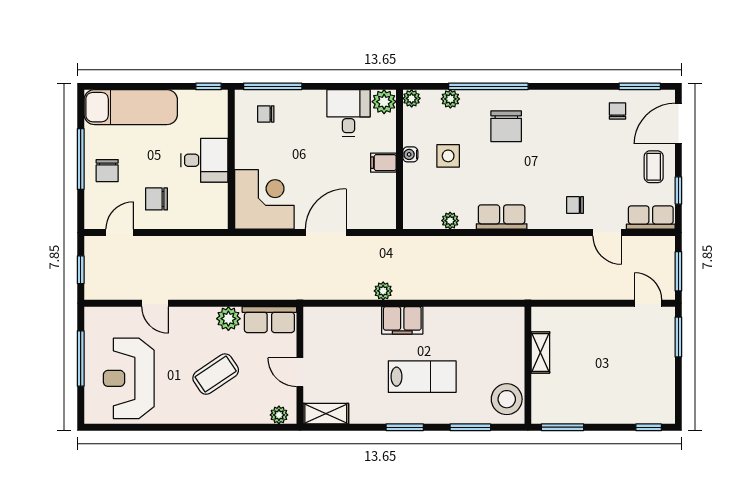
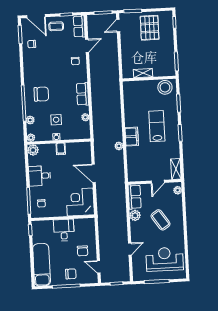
desk: (348, 113) -> (40, 176), moved
pallet: (640, 372) -> (150, 28), added
reception desk: (129, 378) -> (165, 259), turned 180

